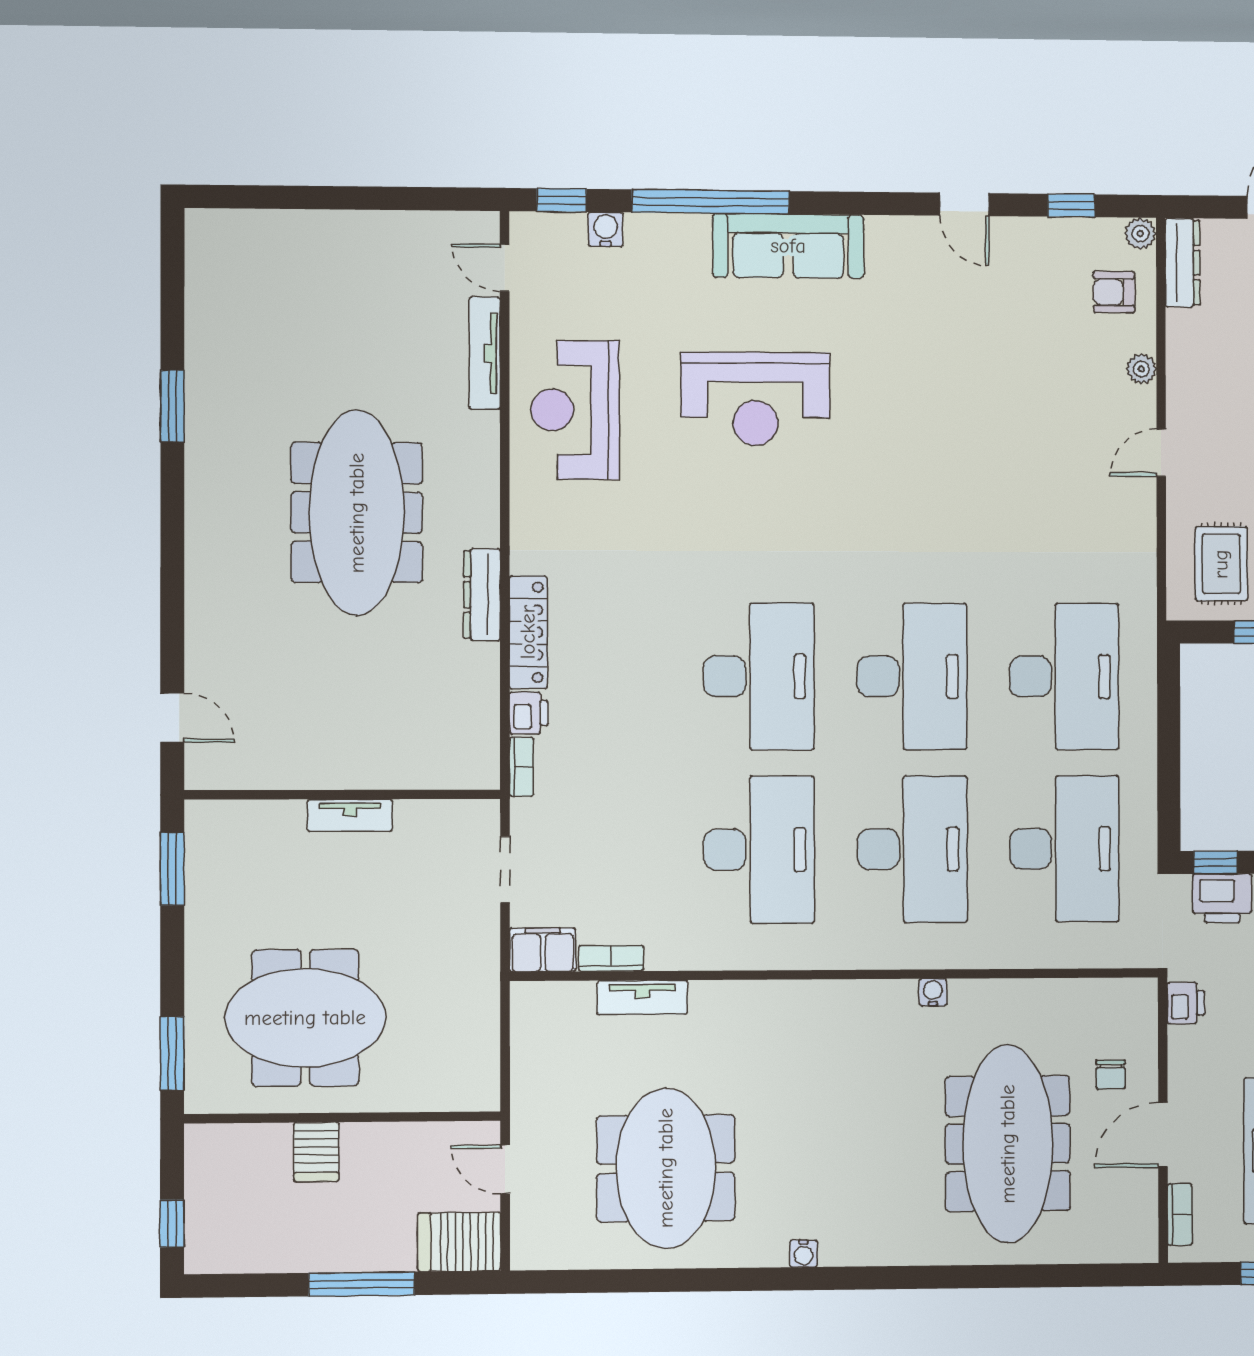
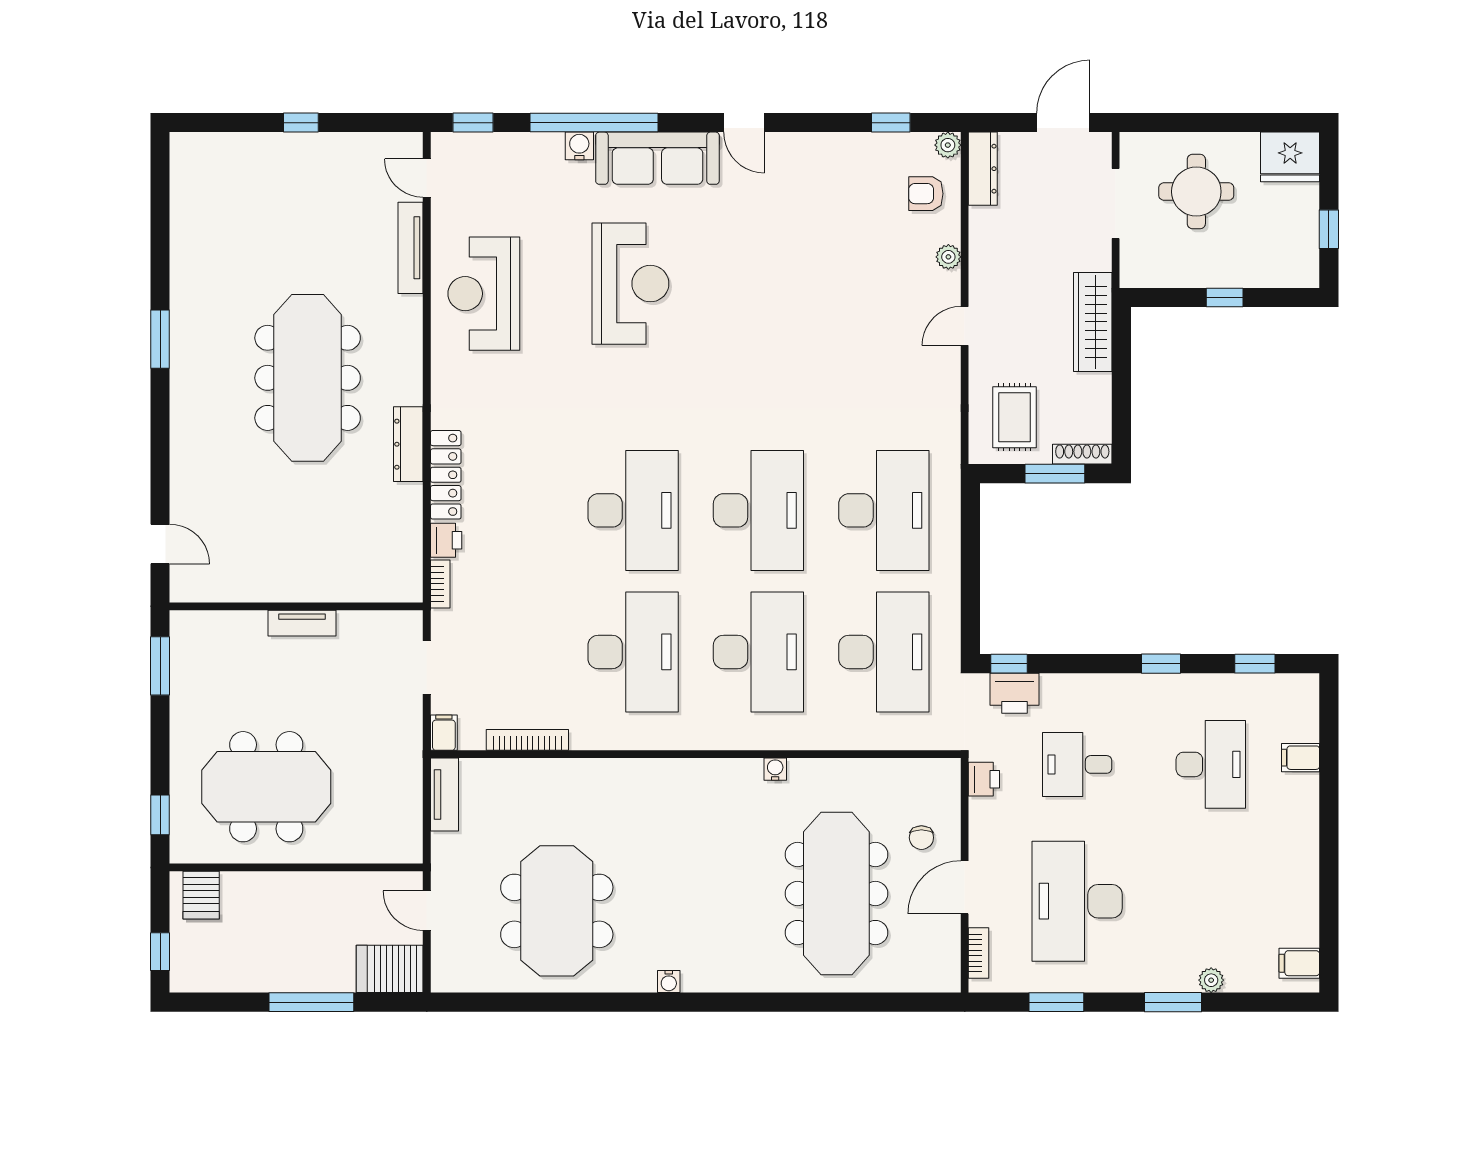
window: (348, 198) -> (301, 123), added
door: (964, 204) -> (744, 123), moved
water cooler: (606, 229) -> (579, 146), moved
reception desk: (755, 399) -> (630, 284), turned -90
window: (172, 406) -> (160, 339), moved
filing cabinet: (543, 950) -> (444, 733), width x0.50
bookcase: (611, 958) -> (527, 740), width x1.56
tv unit: (642, 997) -> (444, 794), moved, turned -90
window: (172, 1054) -> (160, 815), width x0.67
server rack: (316, 1152) -> (201, 895), moved

